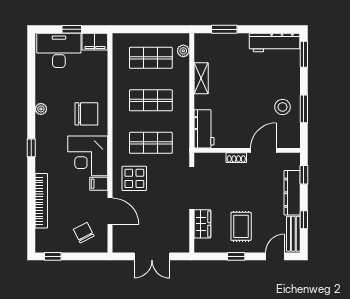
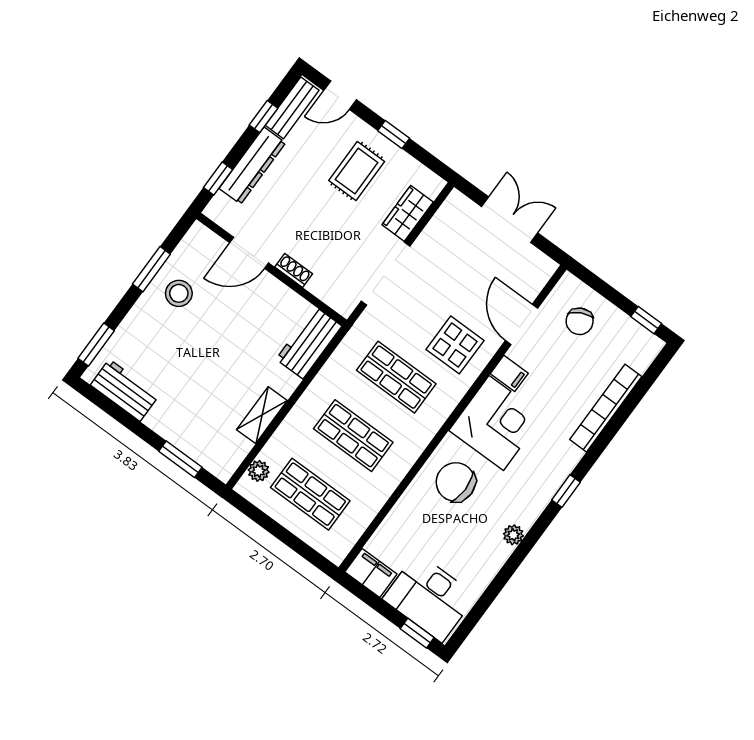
window: (72, 29) -> (417, 633), moved
workbench: (274, 42) -> (125, 390), width x0.73

